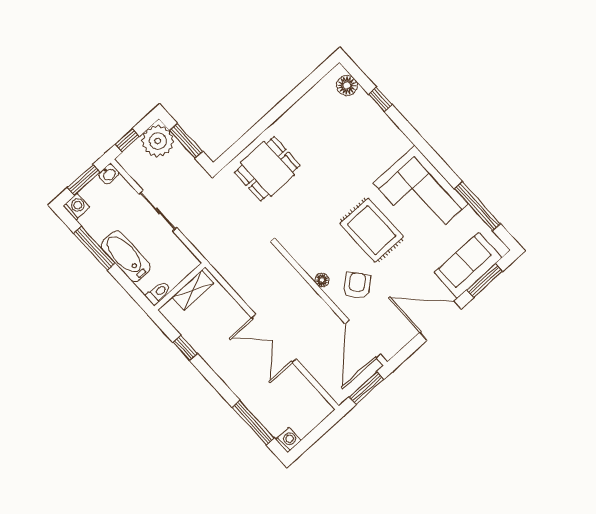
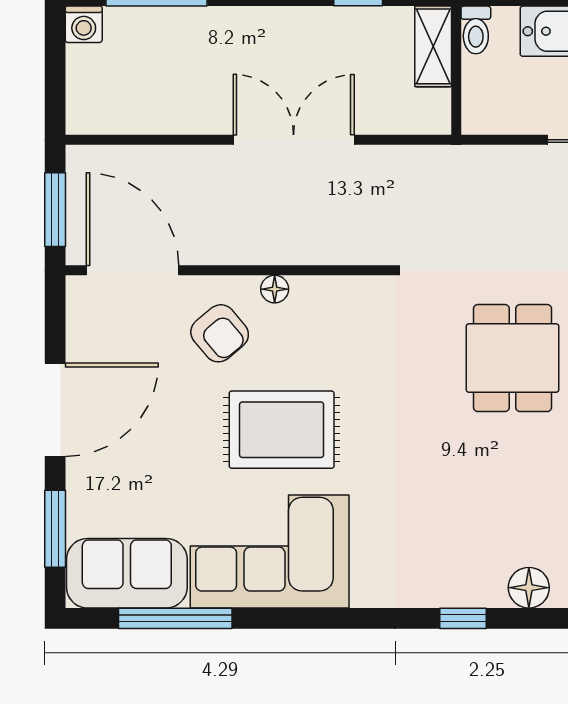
sofa: (468, 265) -> (127, 573), moved, turned -90
shelving: (193, 290) -> (433, 46), moved
double door: (274, 338) -> (294, 140), moved

